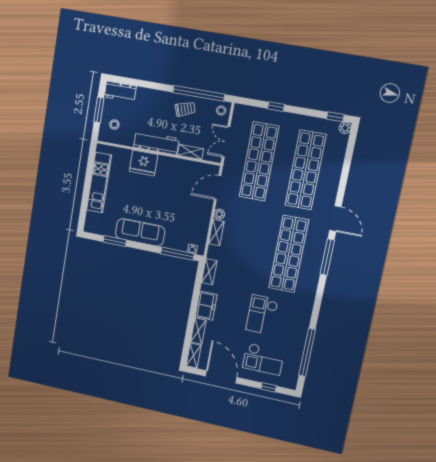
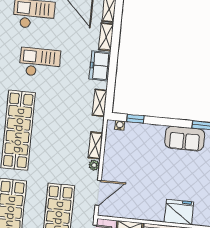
sofa: (140, 232) -> (185, 138), width x0.73
window: (177, 254) -> (135, 119), width x0.46
checkout: (262, 315) -> (40, 63), turned -90

